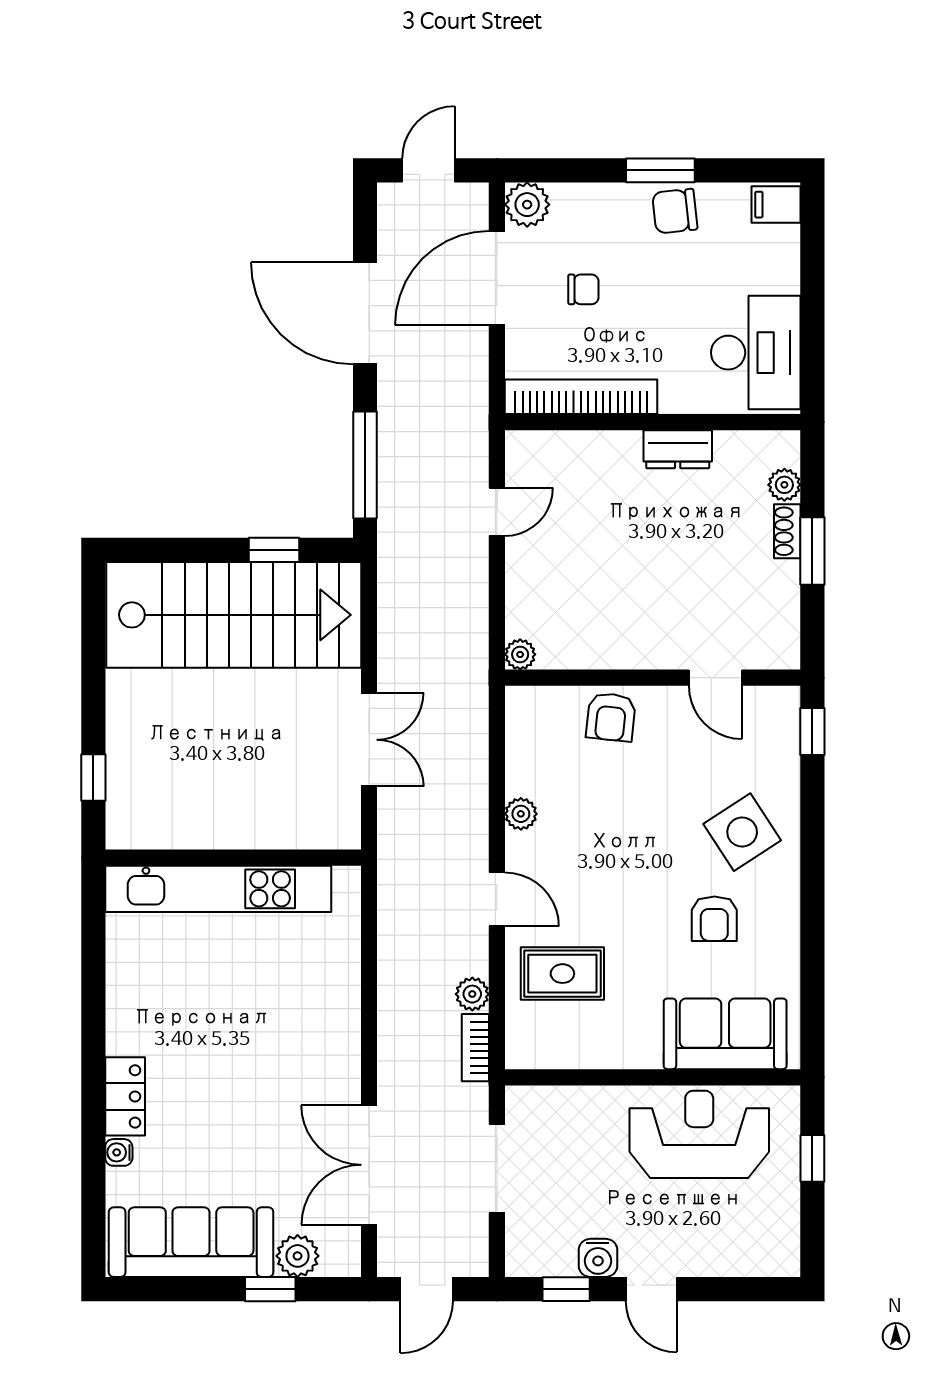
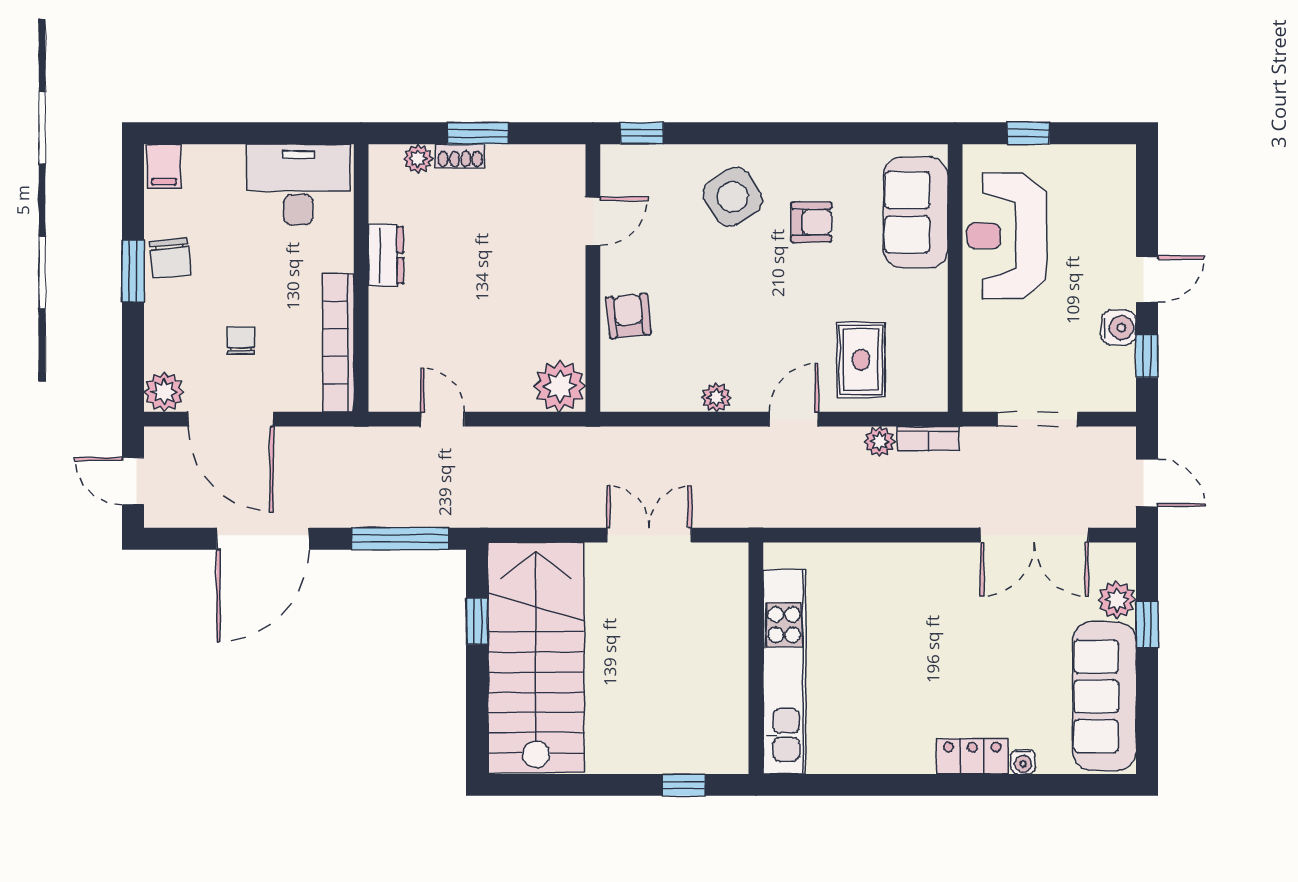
plant: (520, 654) -> (560, 386), width x1.87, depth x1.87
armchair: (611, 717) -> (629, 316), turned -102

